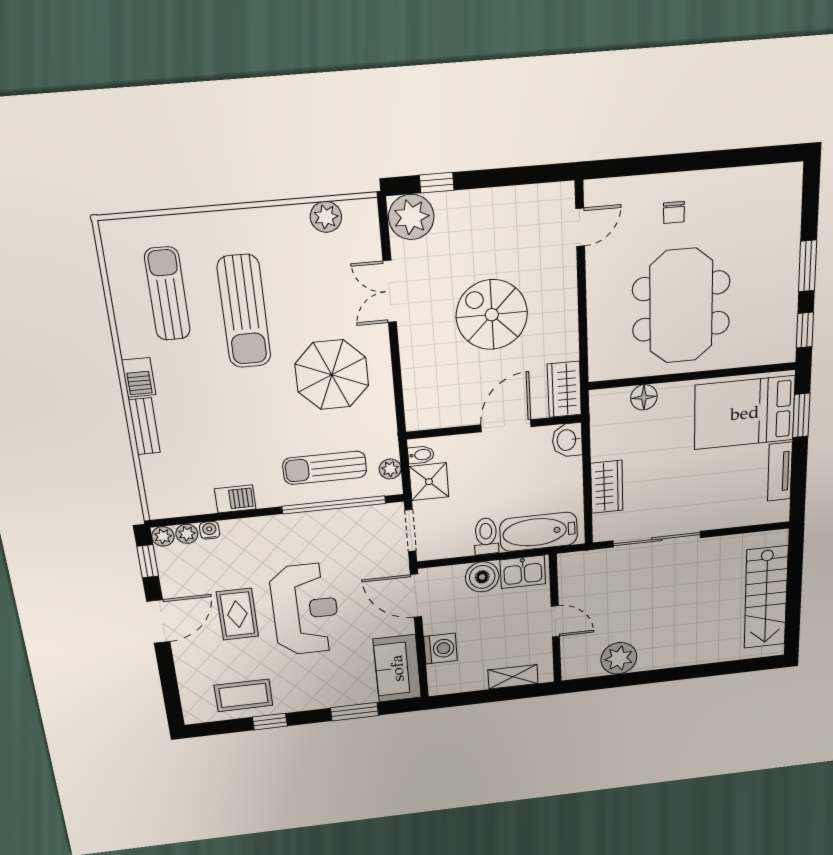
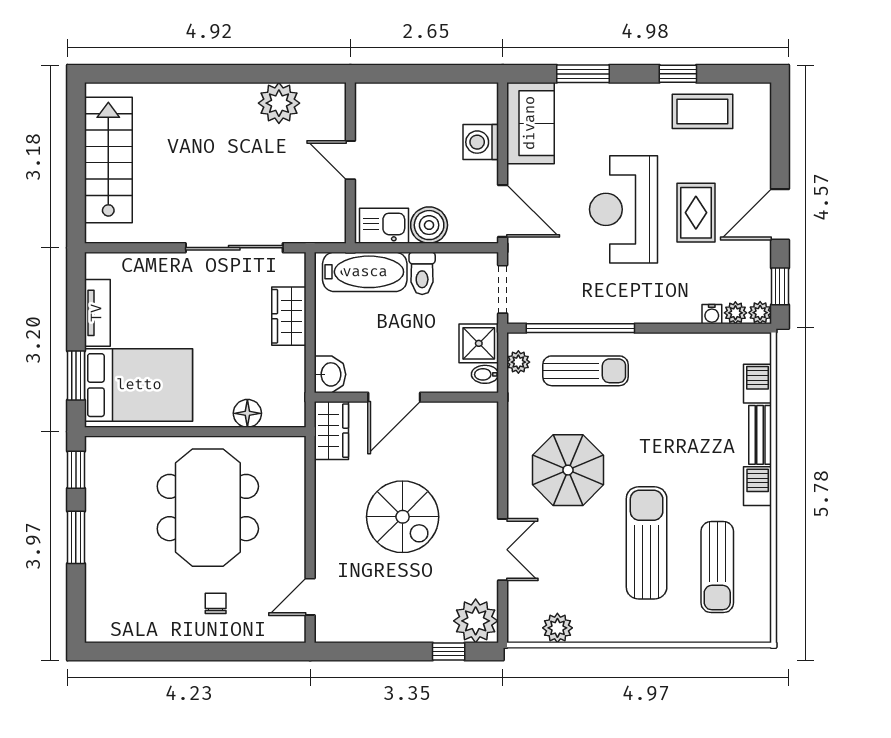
barbecue: (235, 499) -> (758, 384), moved, turned 90
shelving: (513, 677) -> (401, 95), removed

